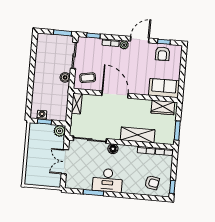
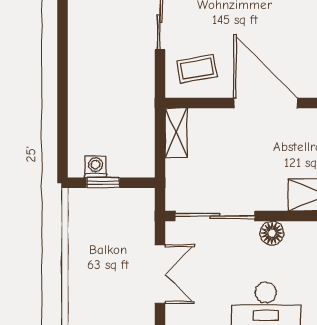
boiler: (65, 77) -> (143, 73), removed
plant: (60, 131) -> (141, 202), removed
double door: (65, 162) -> (160, 274), swing flipped

